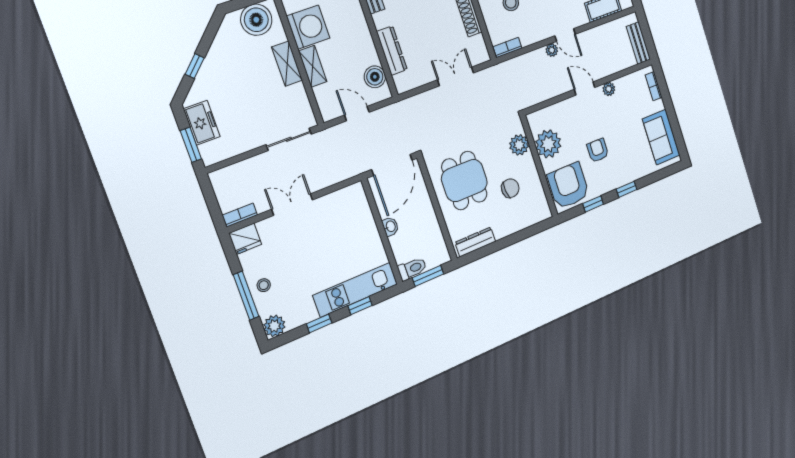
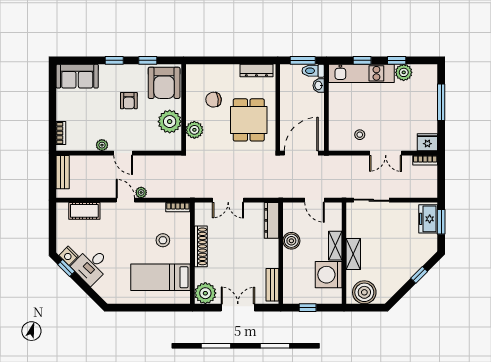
dresser: (392, 51) -> (271, 220), moved
boiler: (375, 77) -> (291, 241), moved
freezer: (202, 123) -> (428, 219), moved
sofa: (661, 137) -> (77, 76), moved, turned 90
washbasin: (390, 226) -> (319, 85), moved
stool: (264, 285) -> (360, 135), moved
plant: (274, 326) -> (404, 72), moved

